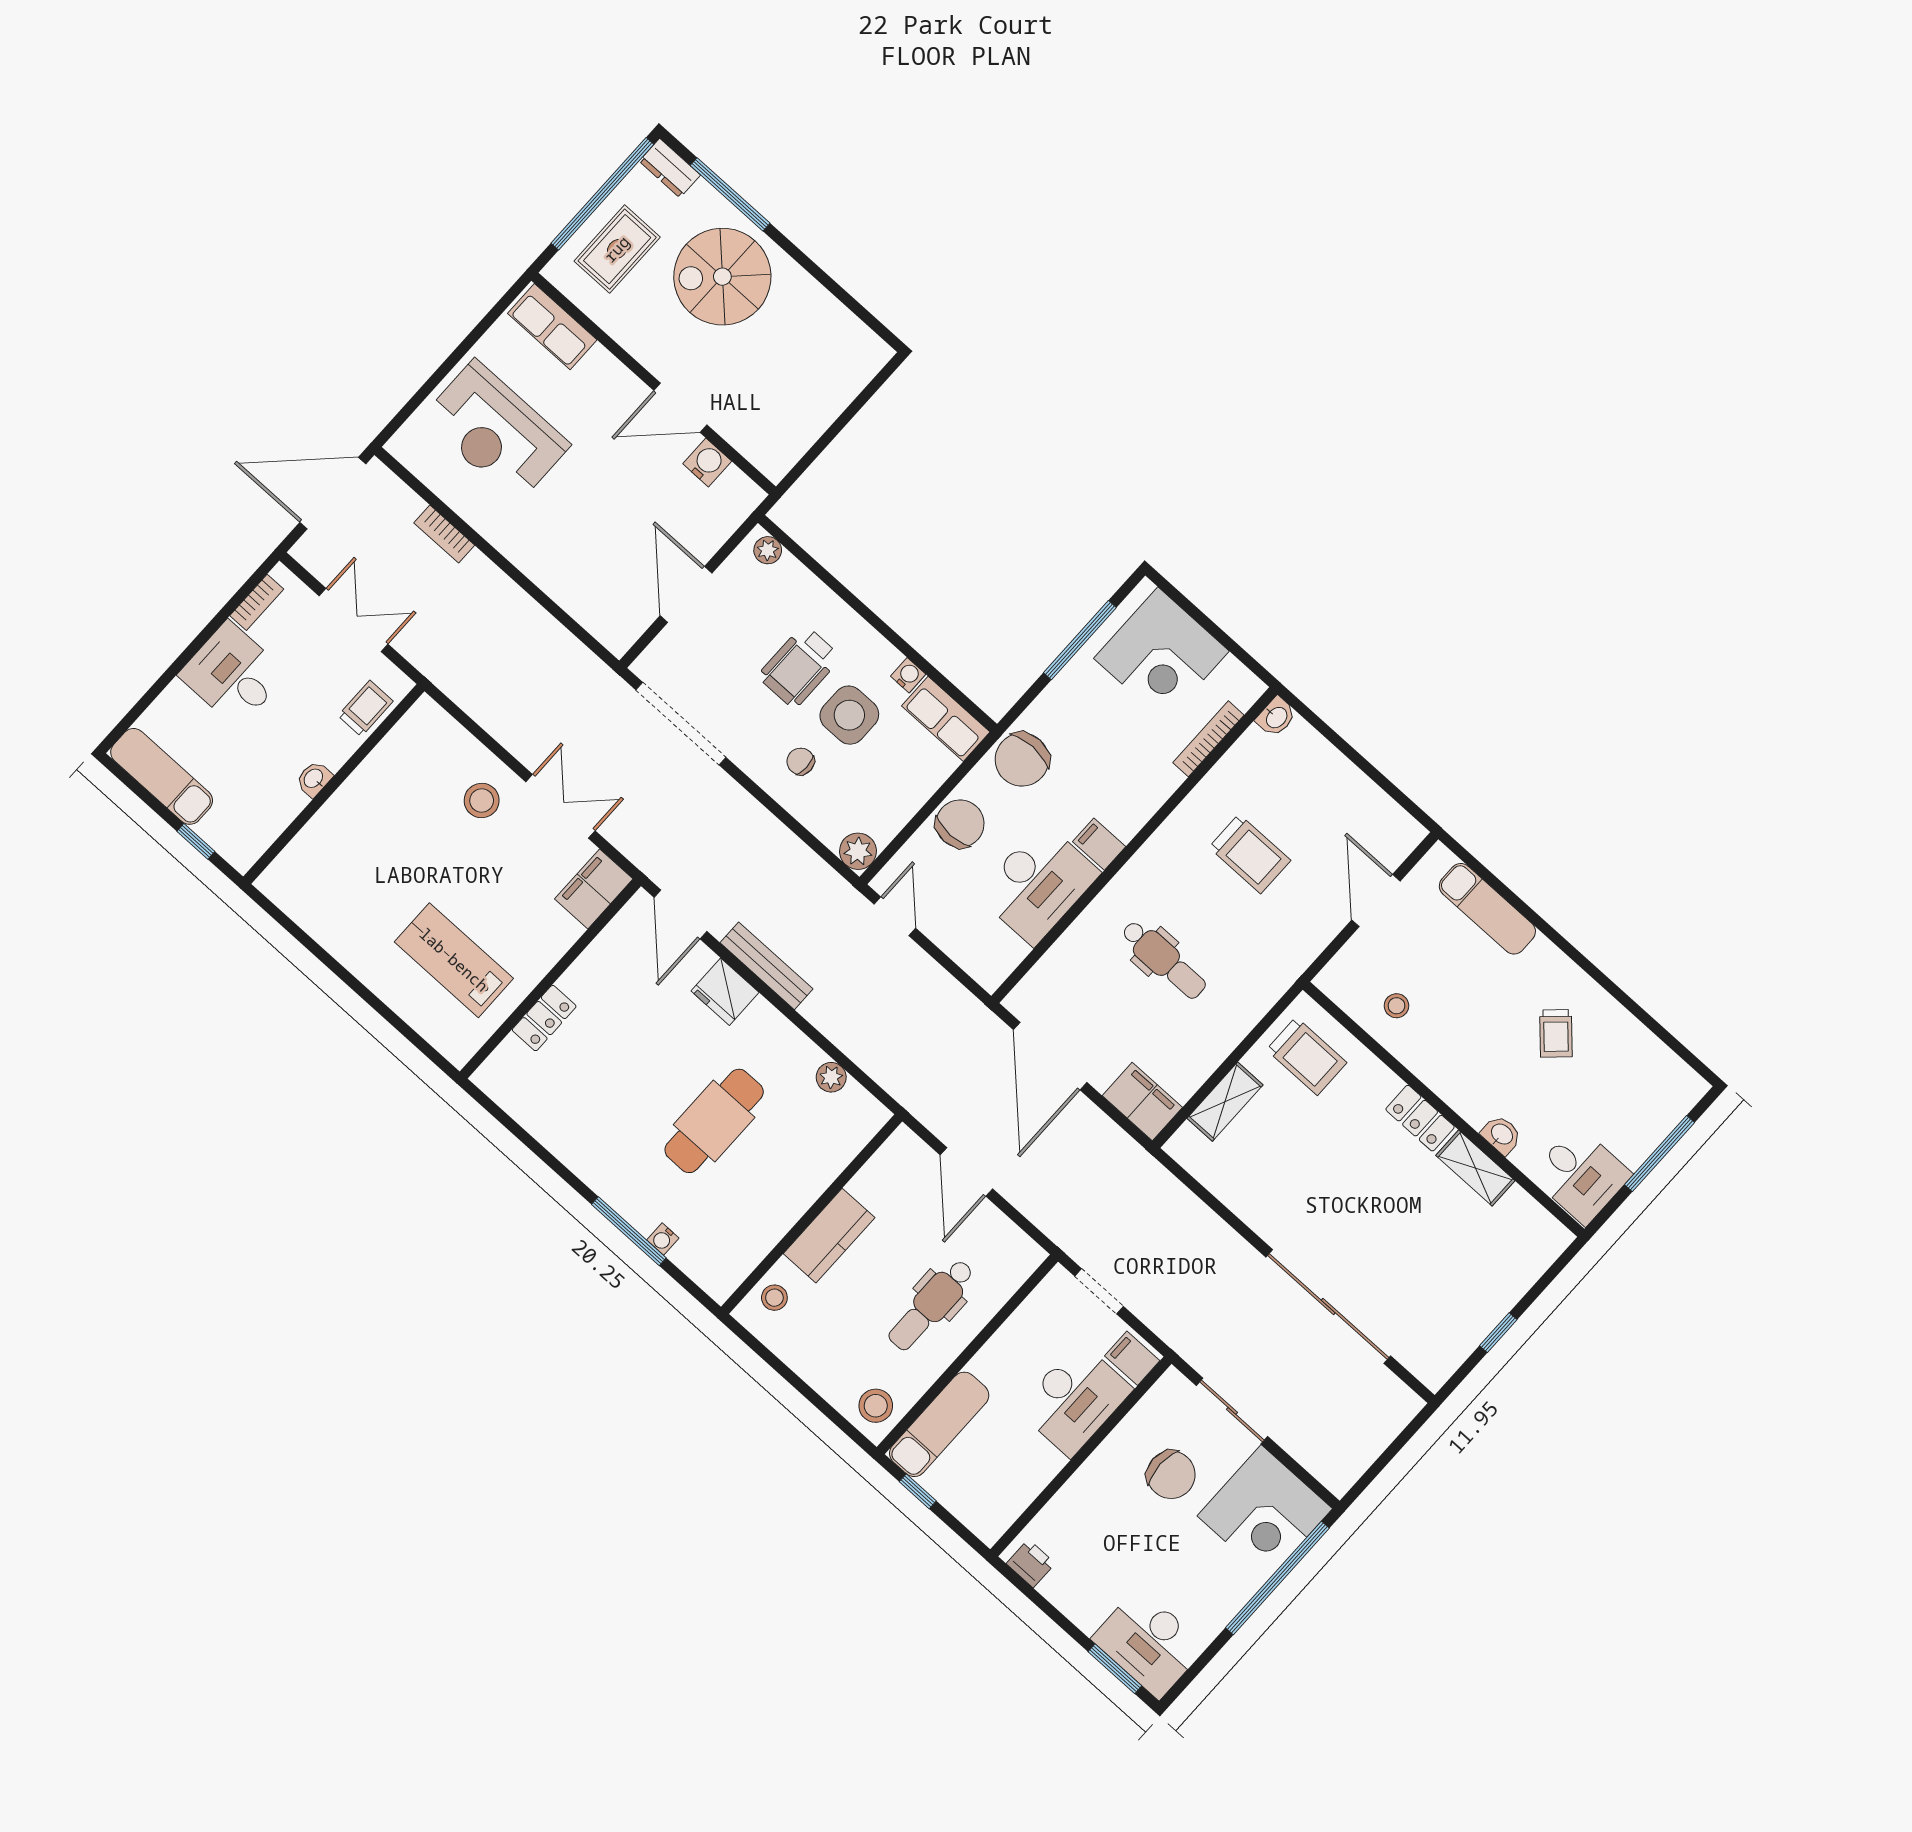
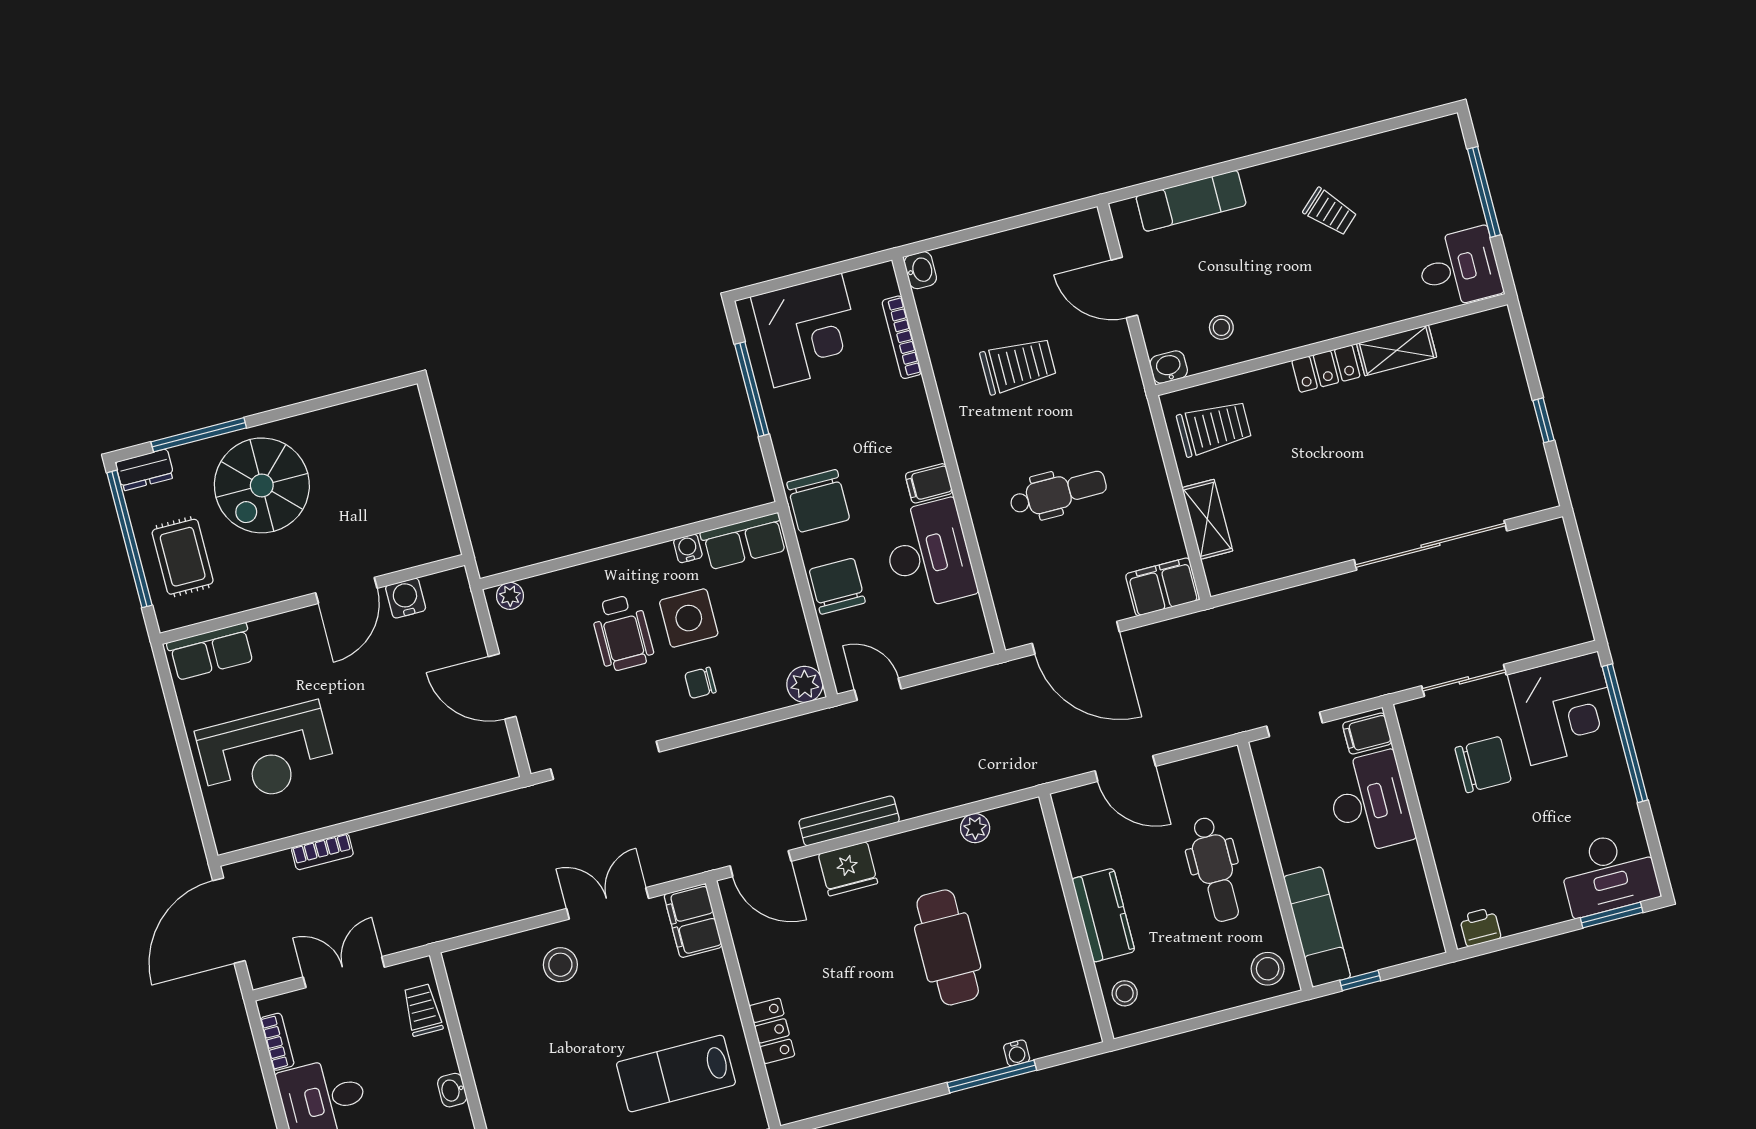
washbasin: (1501, 1135) -> (1169, 367), moved

